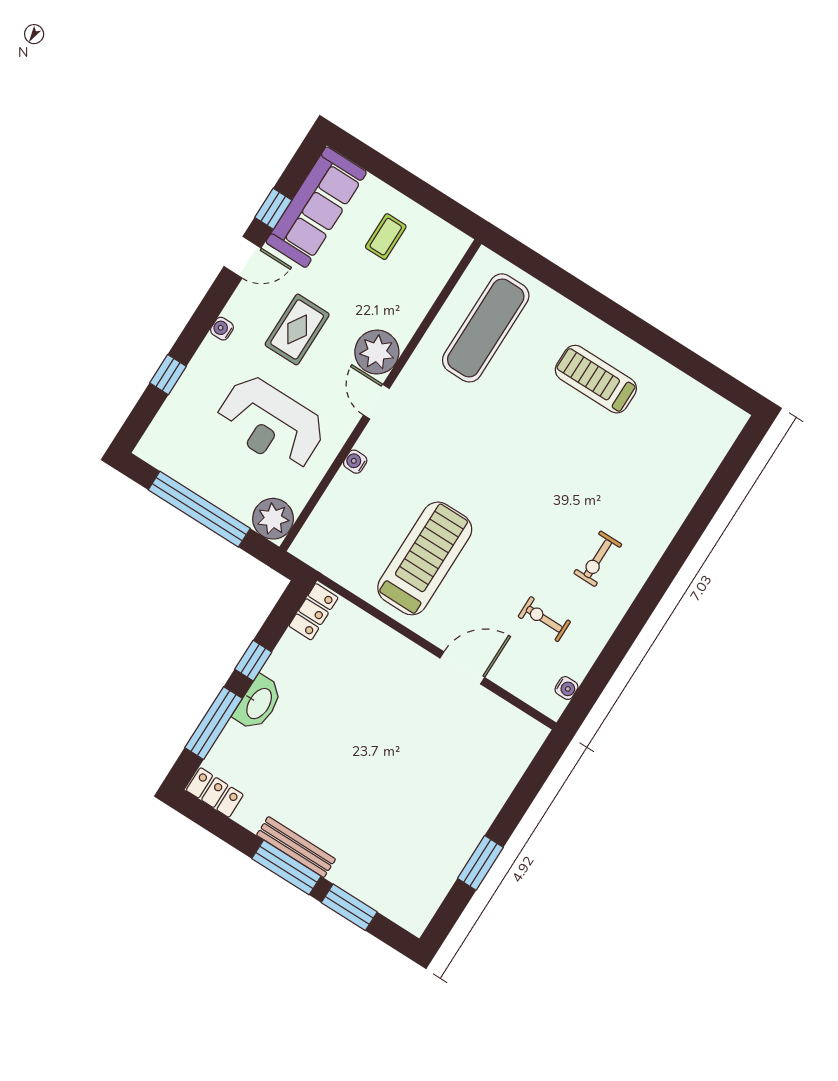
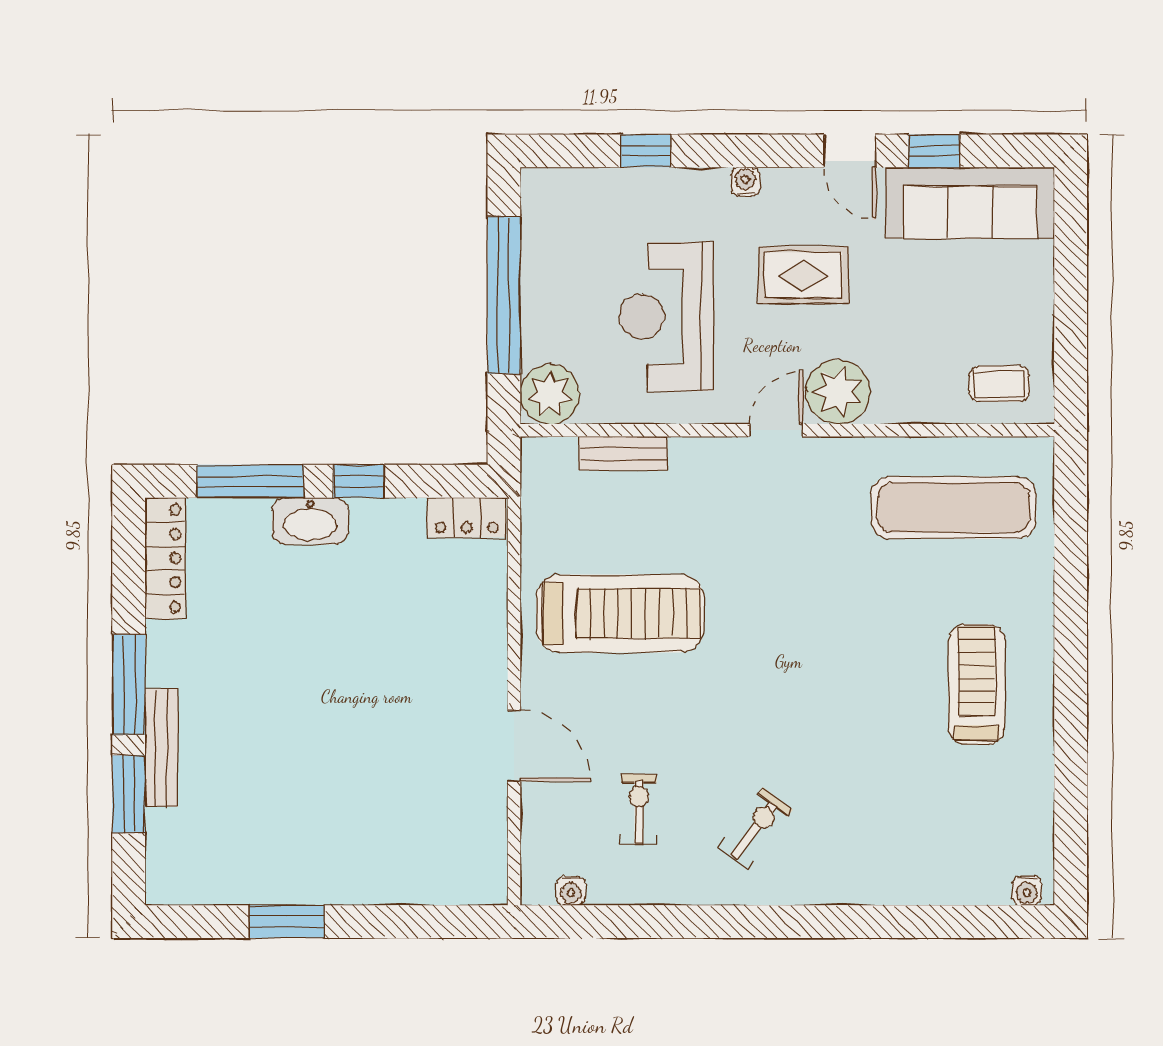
coffee table: (386, 237) -> (999, 384), moved
water cooler: (355, 462) -> (1027, 891), moved, turned 180
bench: (334, 498) -> (623, 453), added
exercise bike: (598, 559) -> (756, 828), turned 127
locker: (215, 793) -> (165, 558), width x1.53
bench: (296, 847) -> (161, 748), moved

